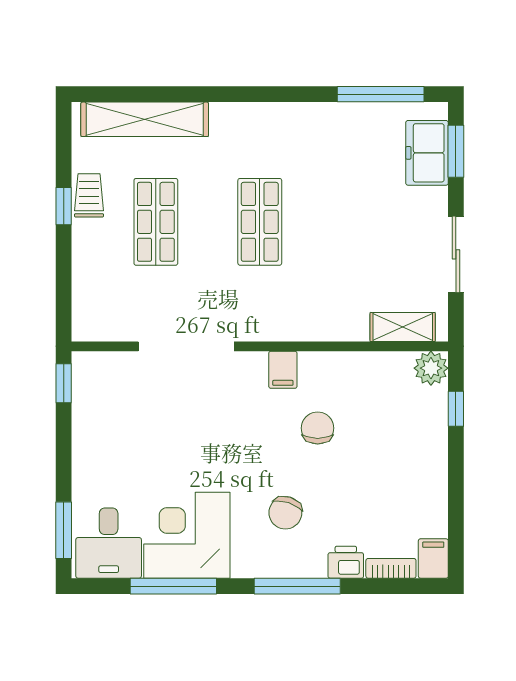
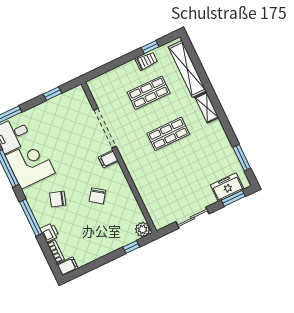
window: (381, 94) -> (242, 158), width x0.69
window: (64, 206) -> (150, 47), moved
shelving: (403, 327) -> (207, 107), moved
filing cabinet: (283, 370) -> (108, 159), moved
window: (64, 383) -> (52, 94), moved
chair: (318, 428) -> (97, 196), turned 126

